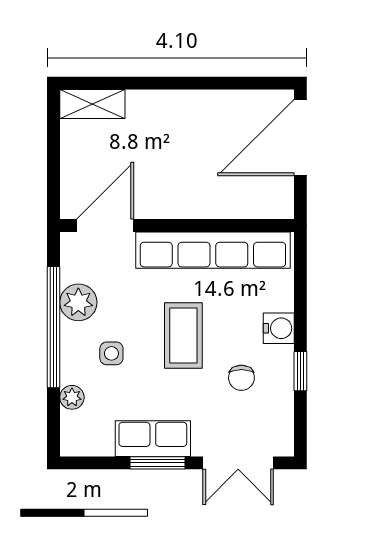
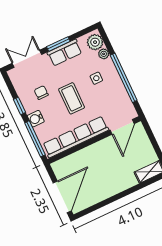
window: (300, 287) -> (35, 139), added
plant: (78, 302) -> (95, 42), moved

